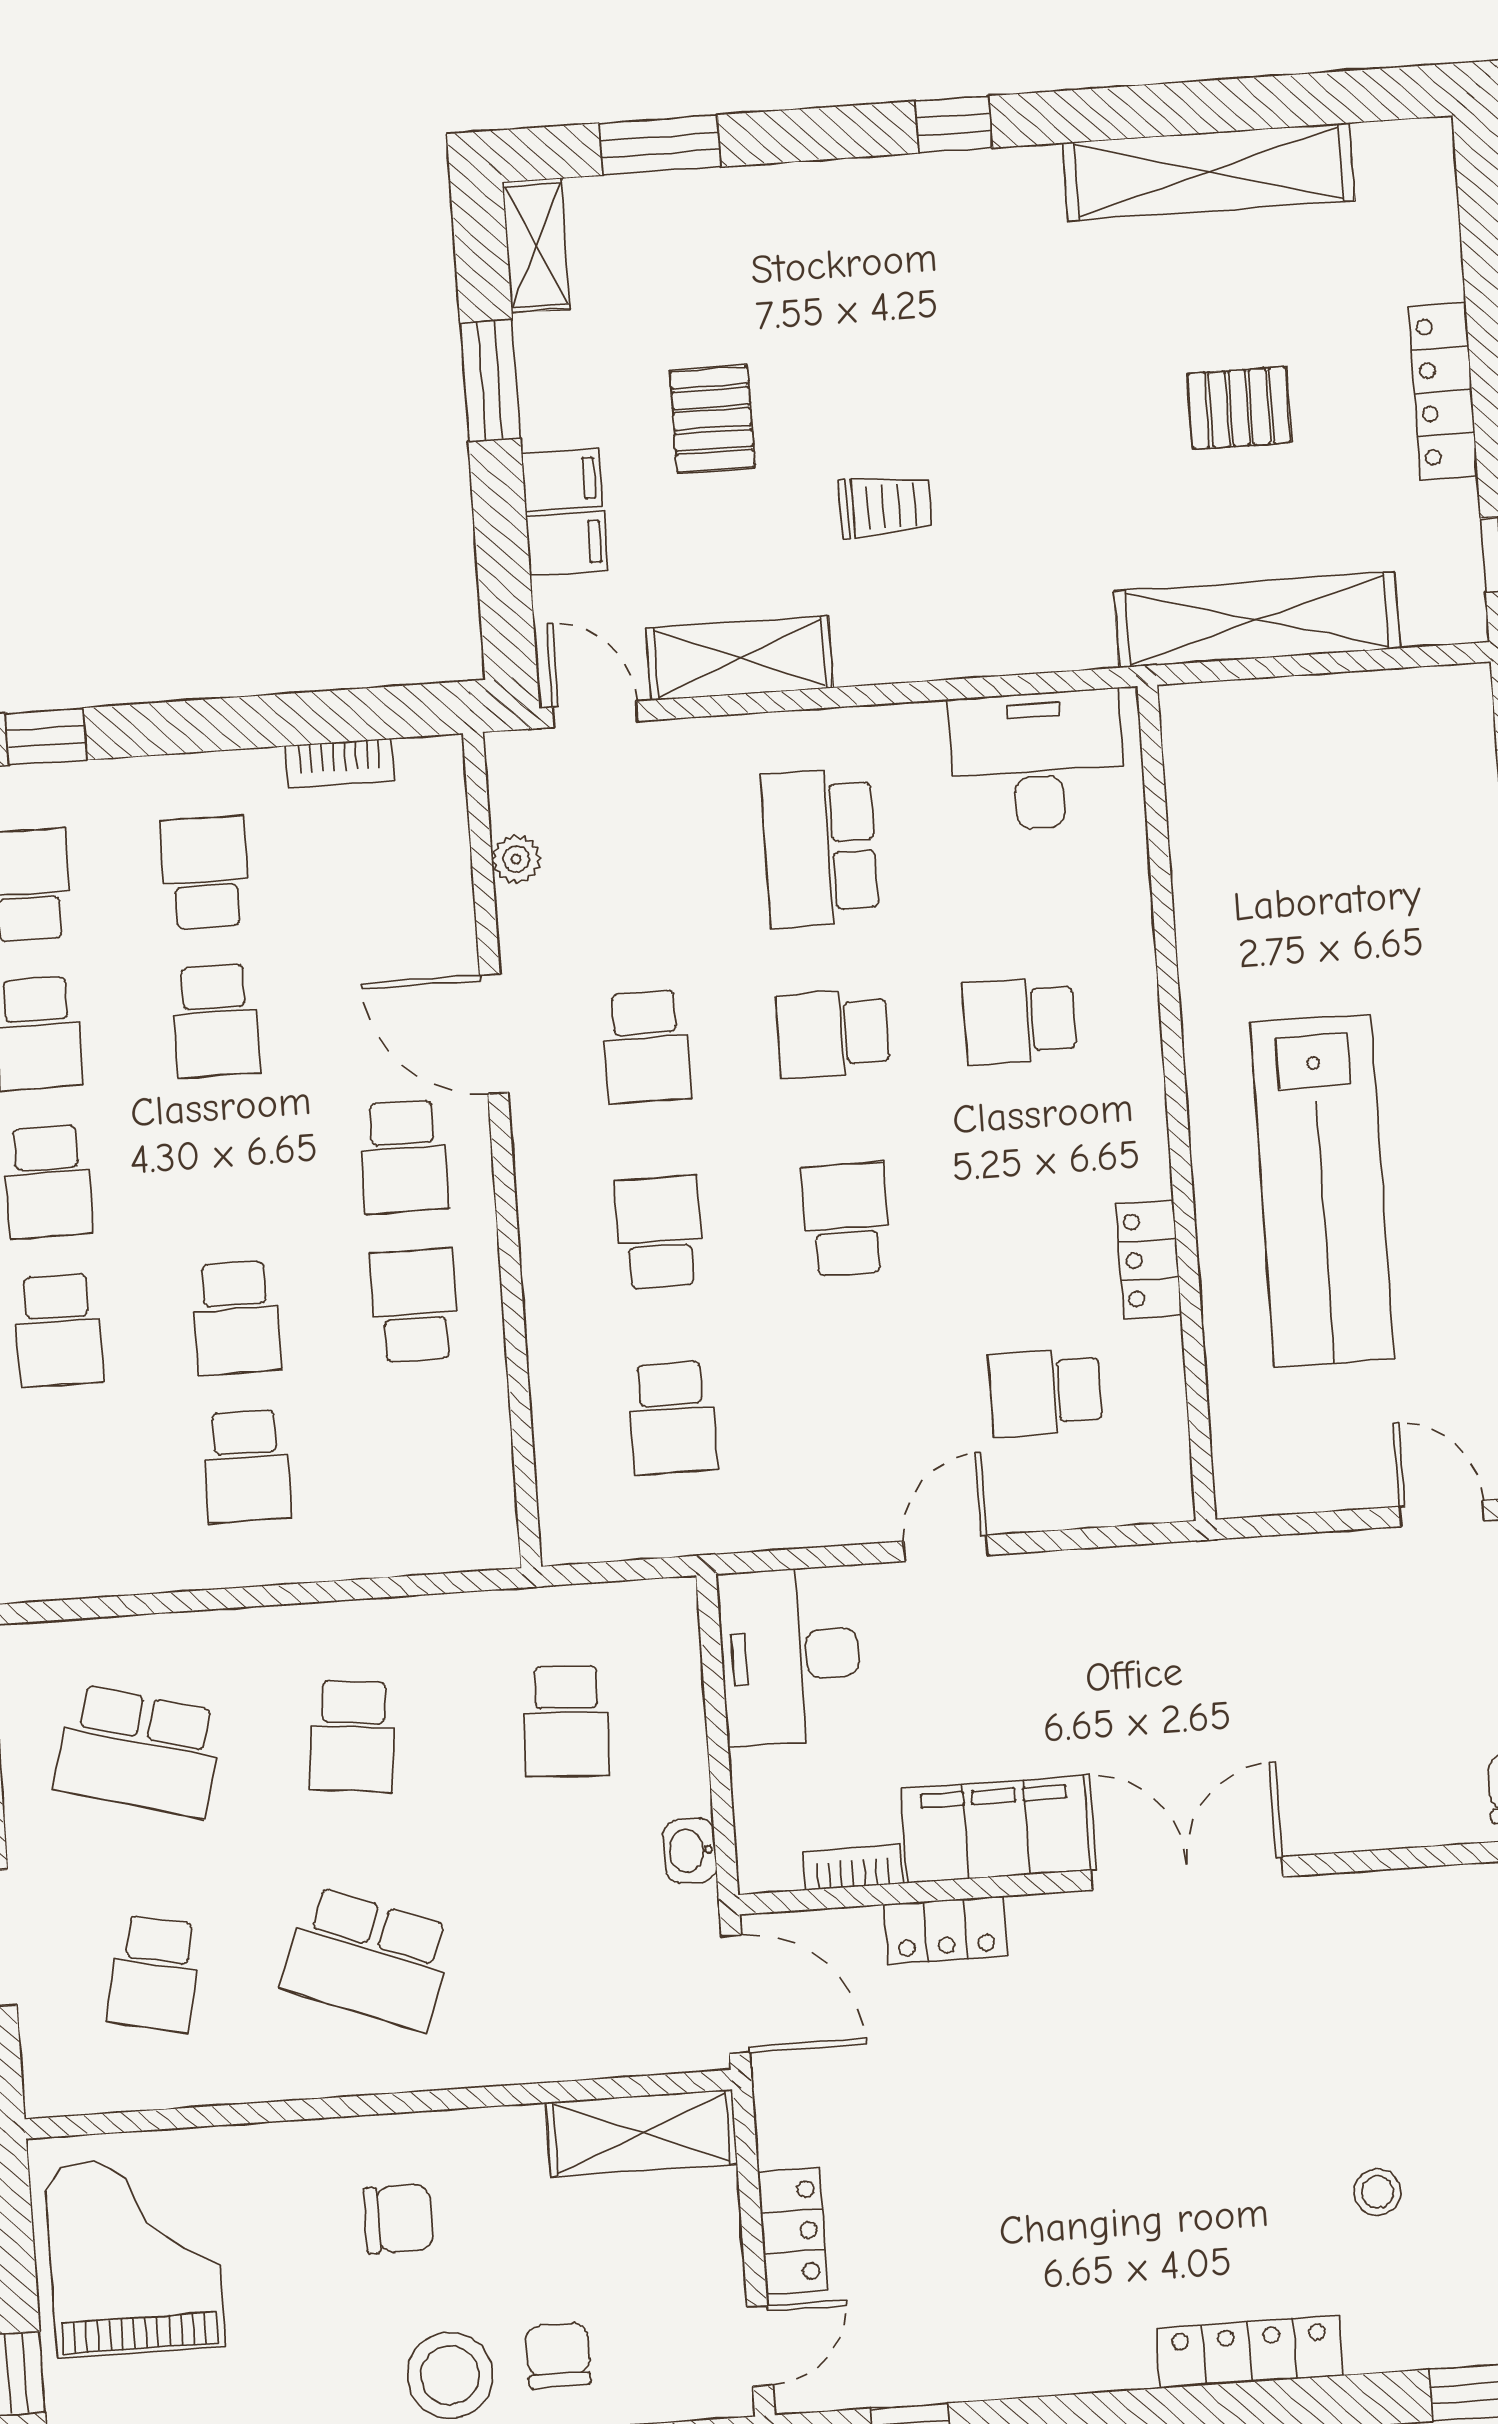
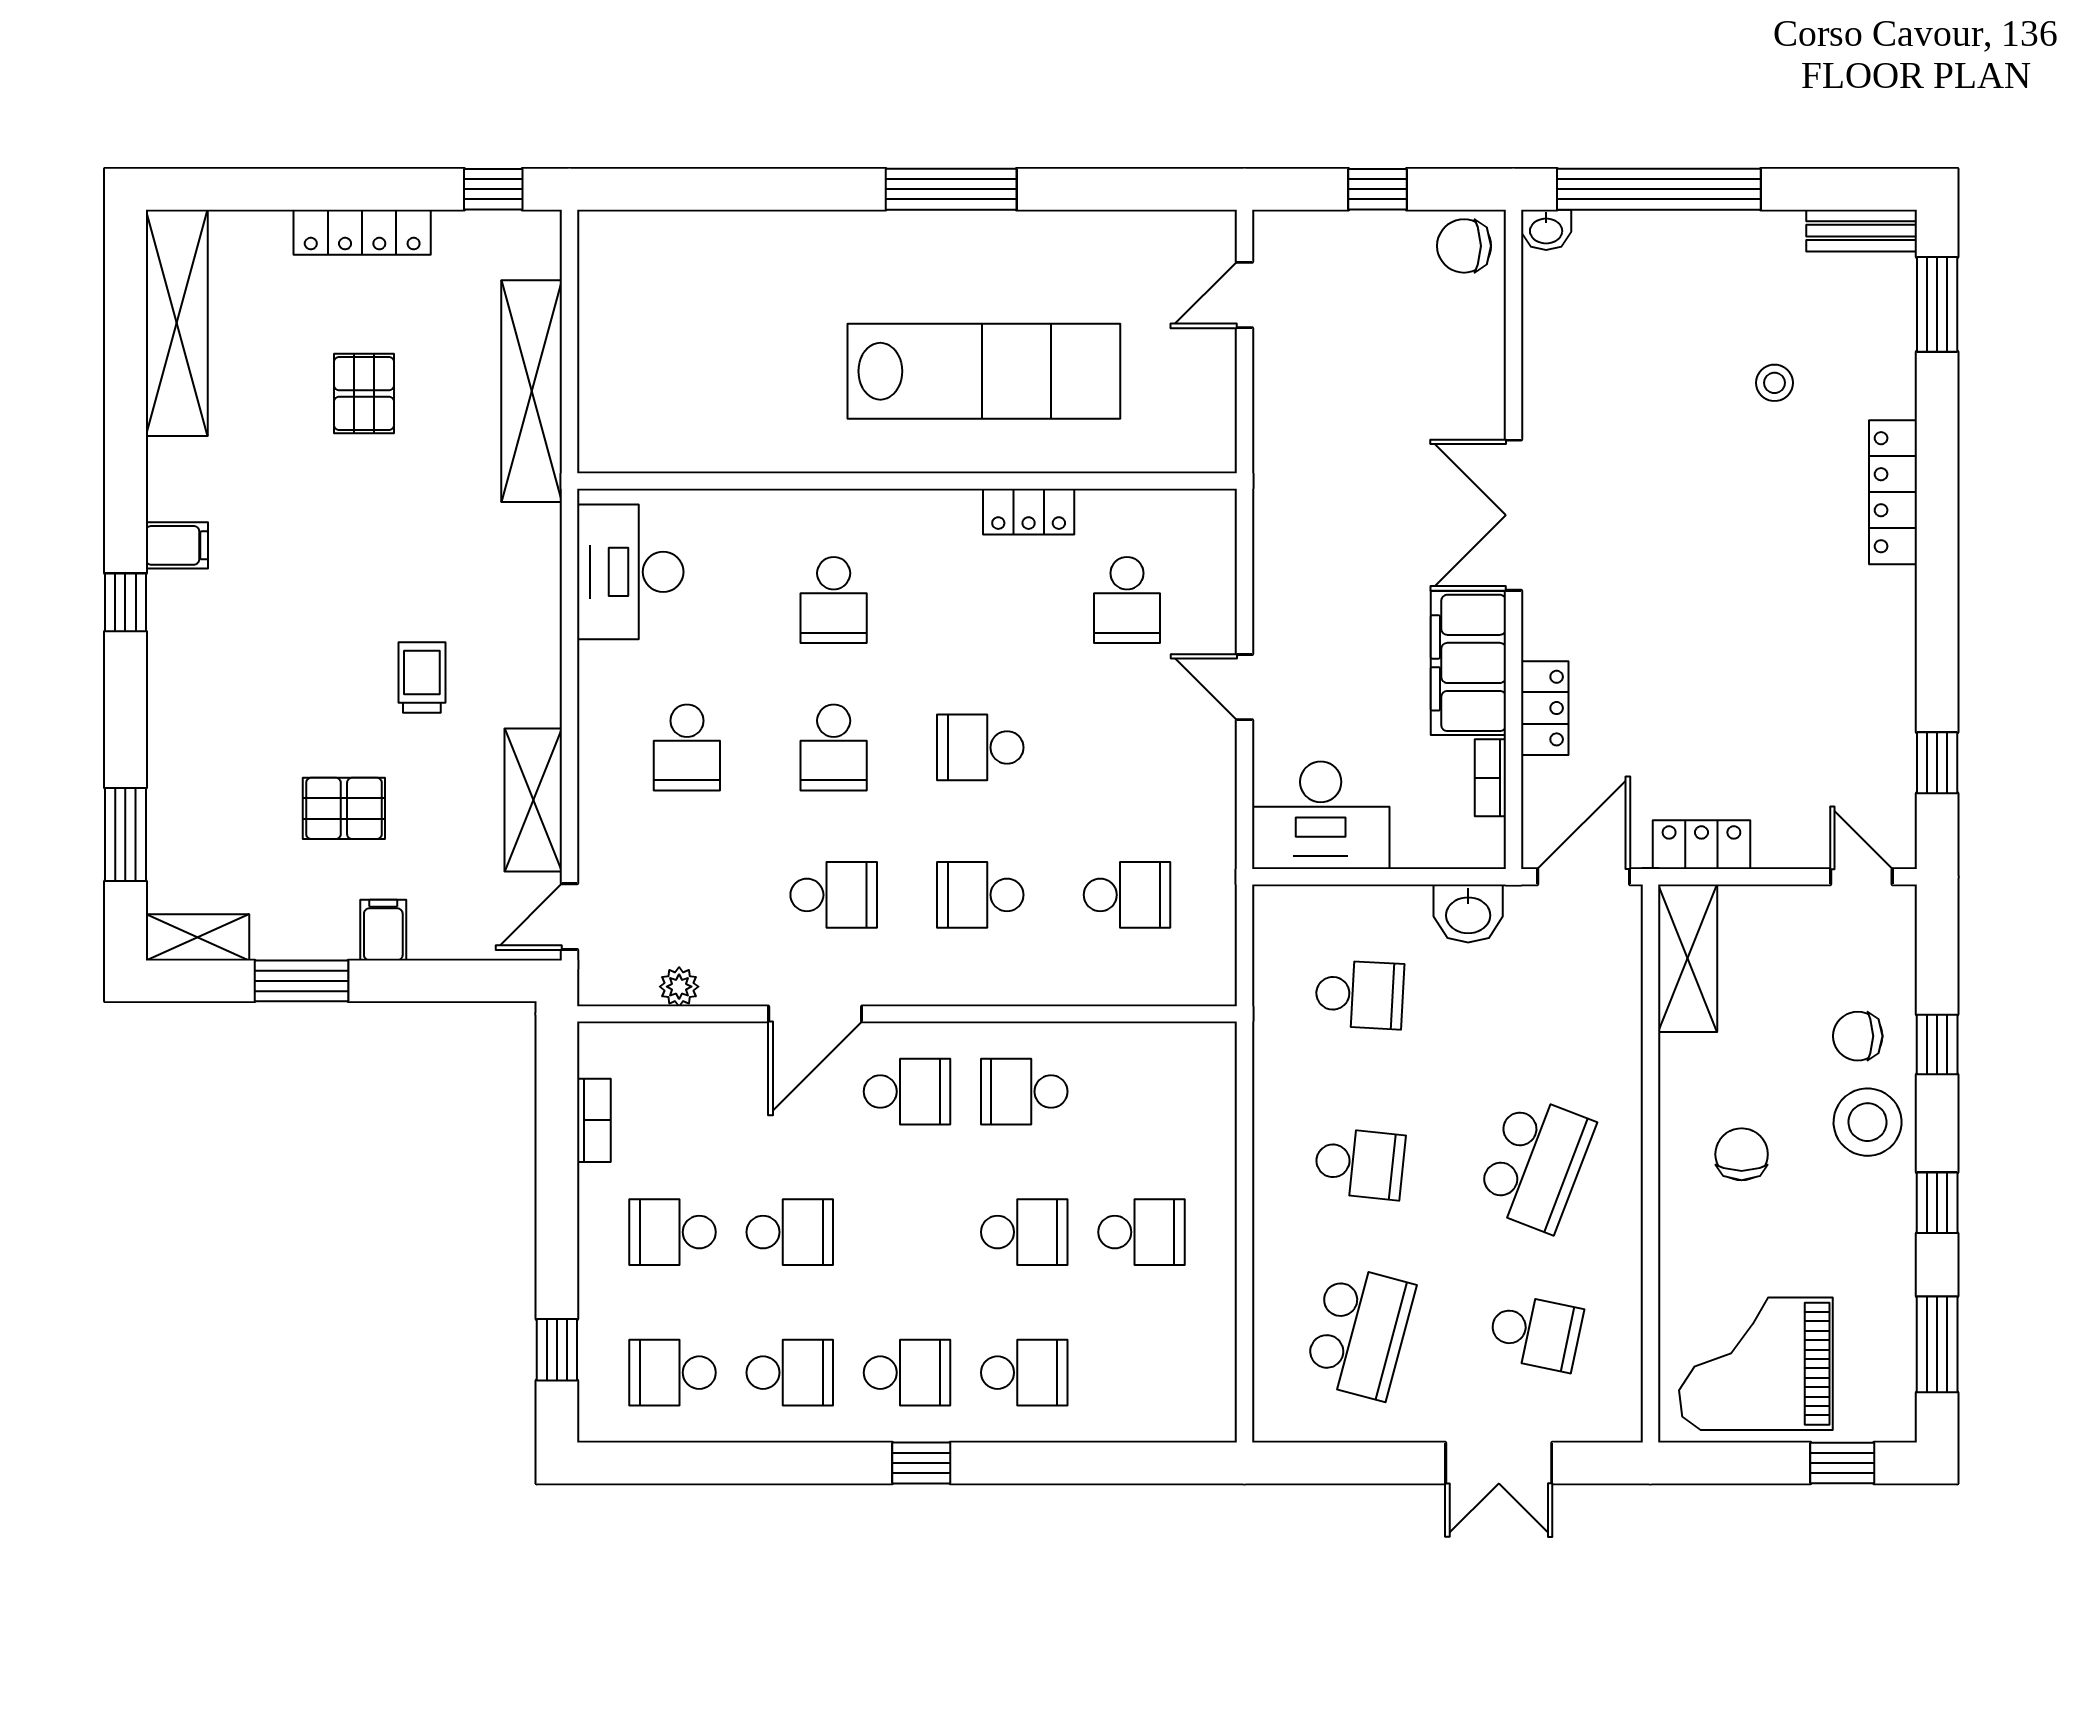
shelving: (1209, 172) -> (177, 323), moved
filing cabinet: (567, 543) -> (177, 545), moved, turned 90
school desk: (820, 848) -> (687, 747), width x0.54
washbasin: (690, 1851) -> (1468, 914), width x1.38, depth x1.45
locker: (793, 2231) -> (1701, 845), moved

